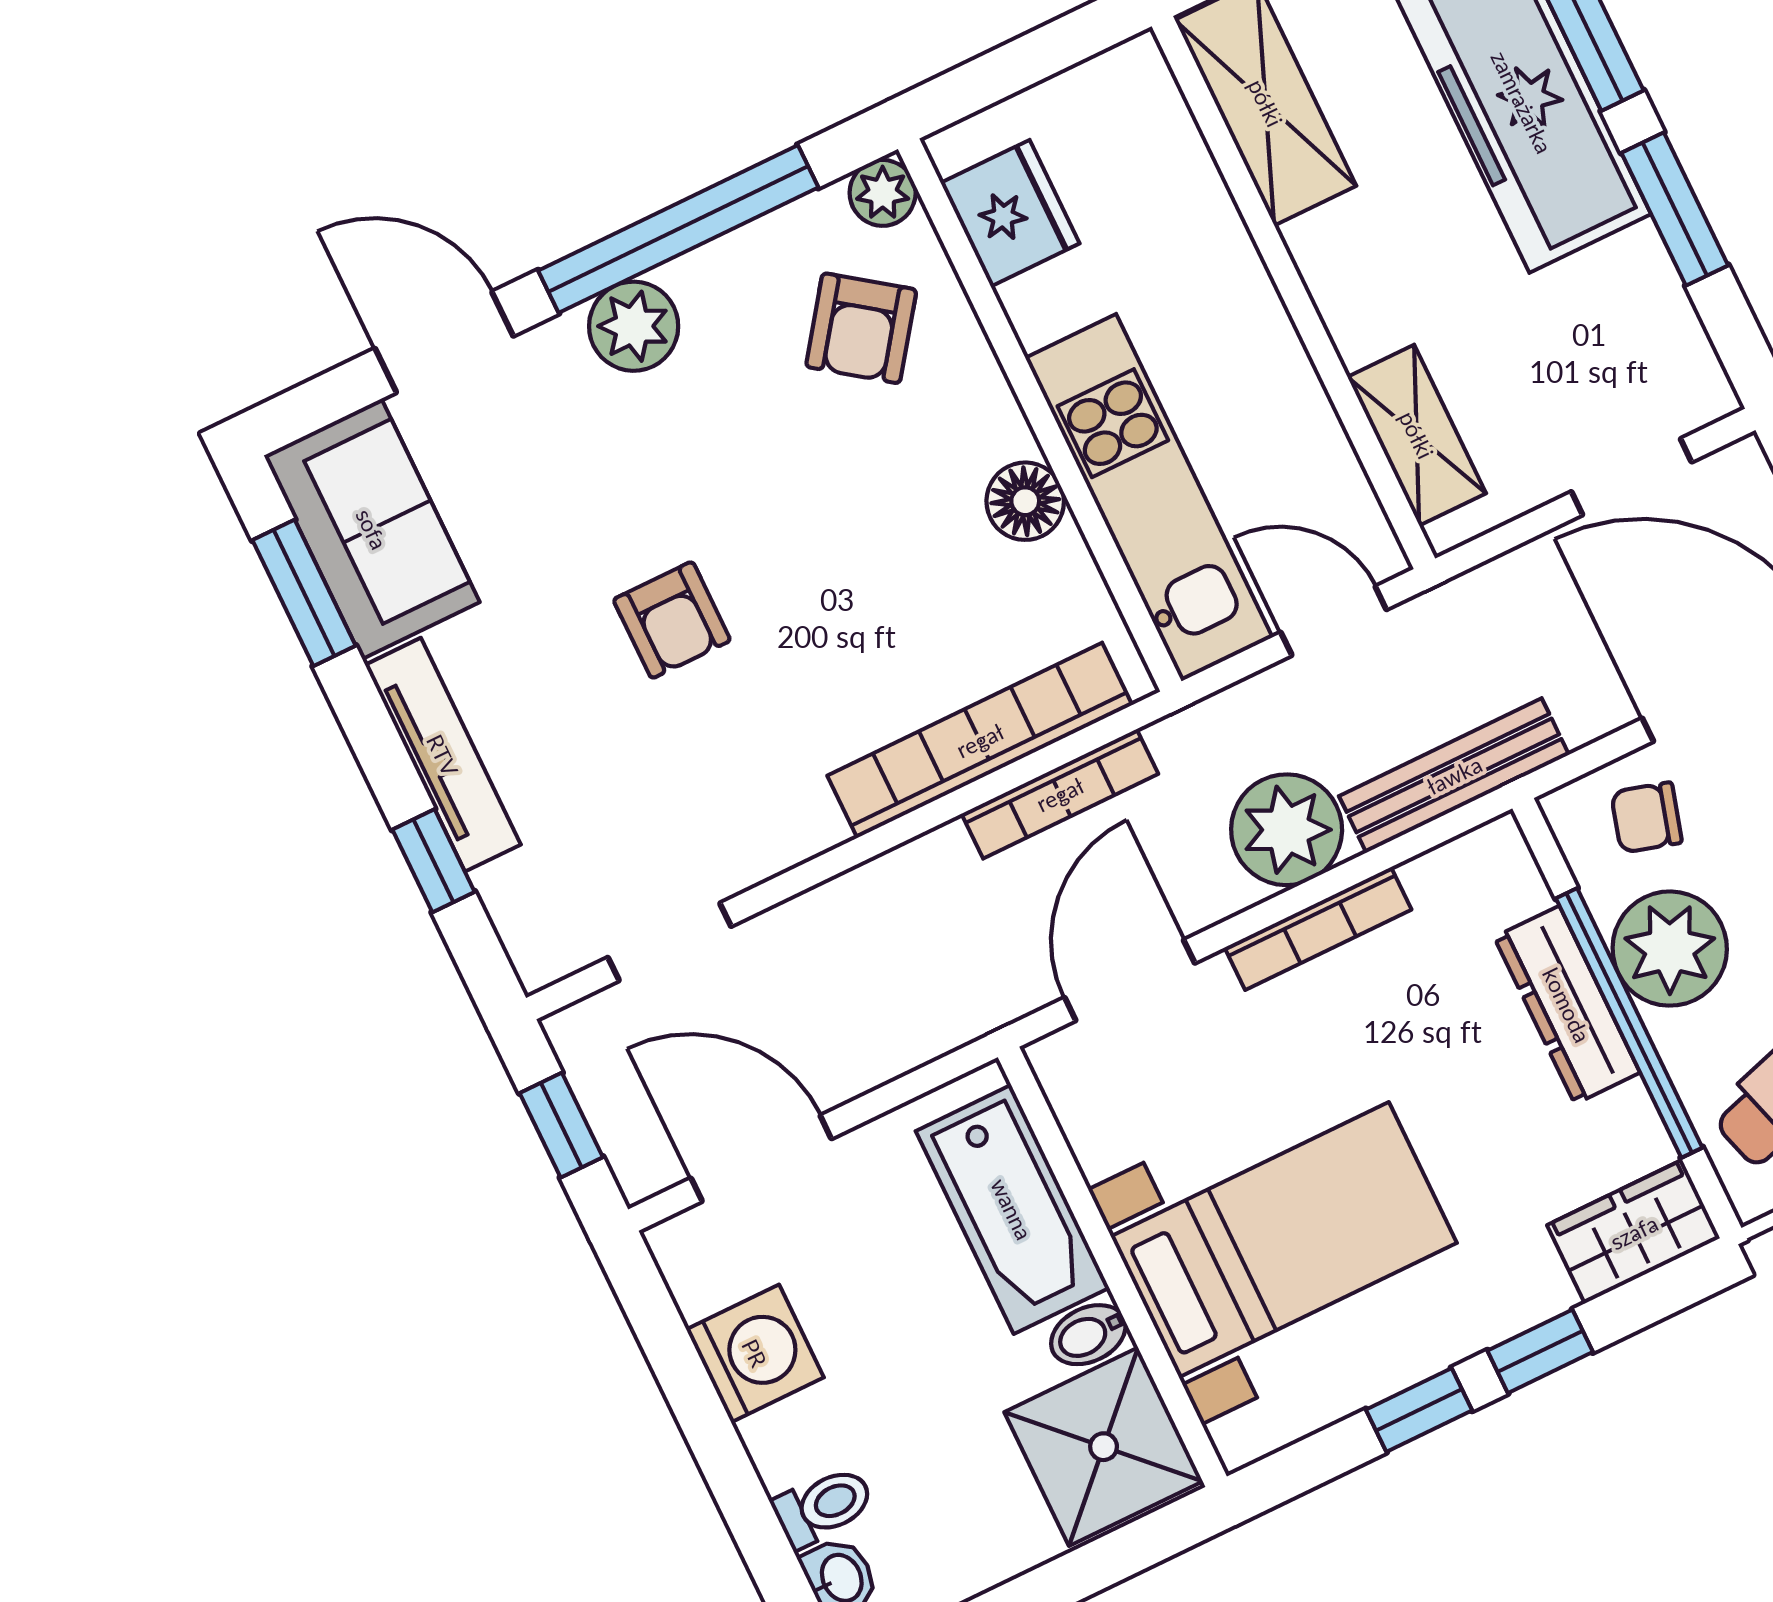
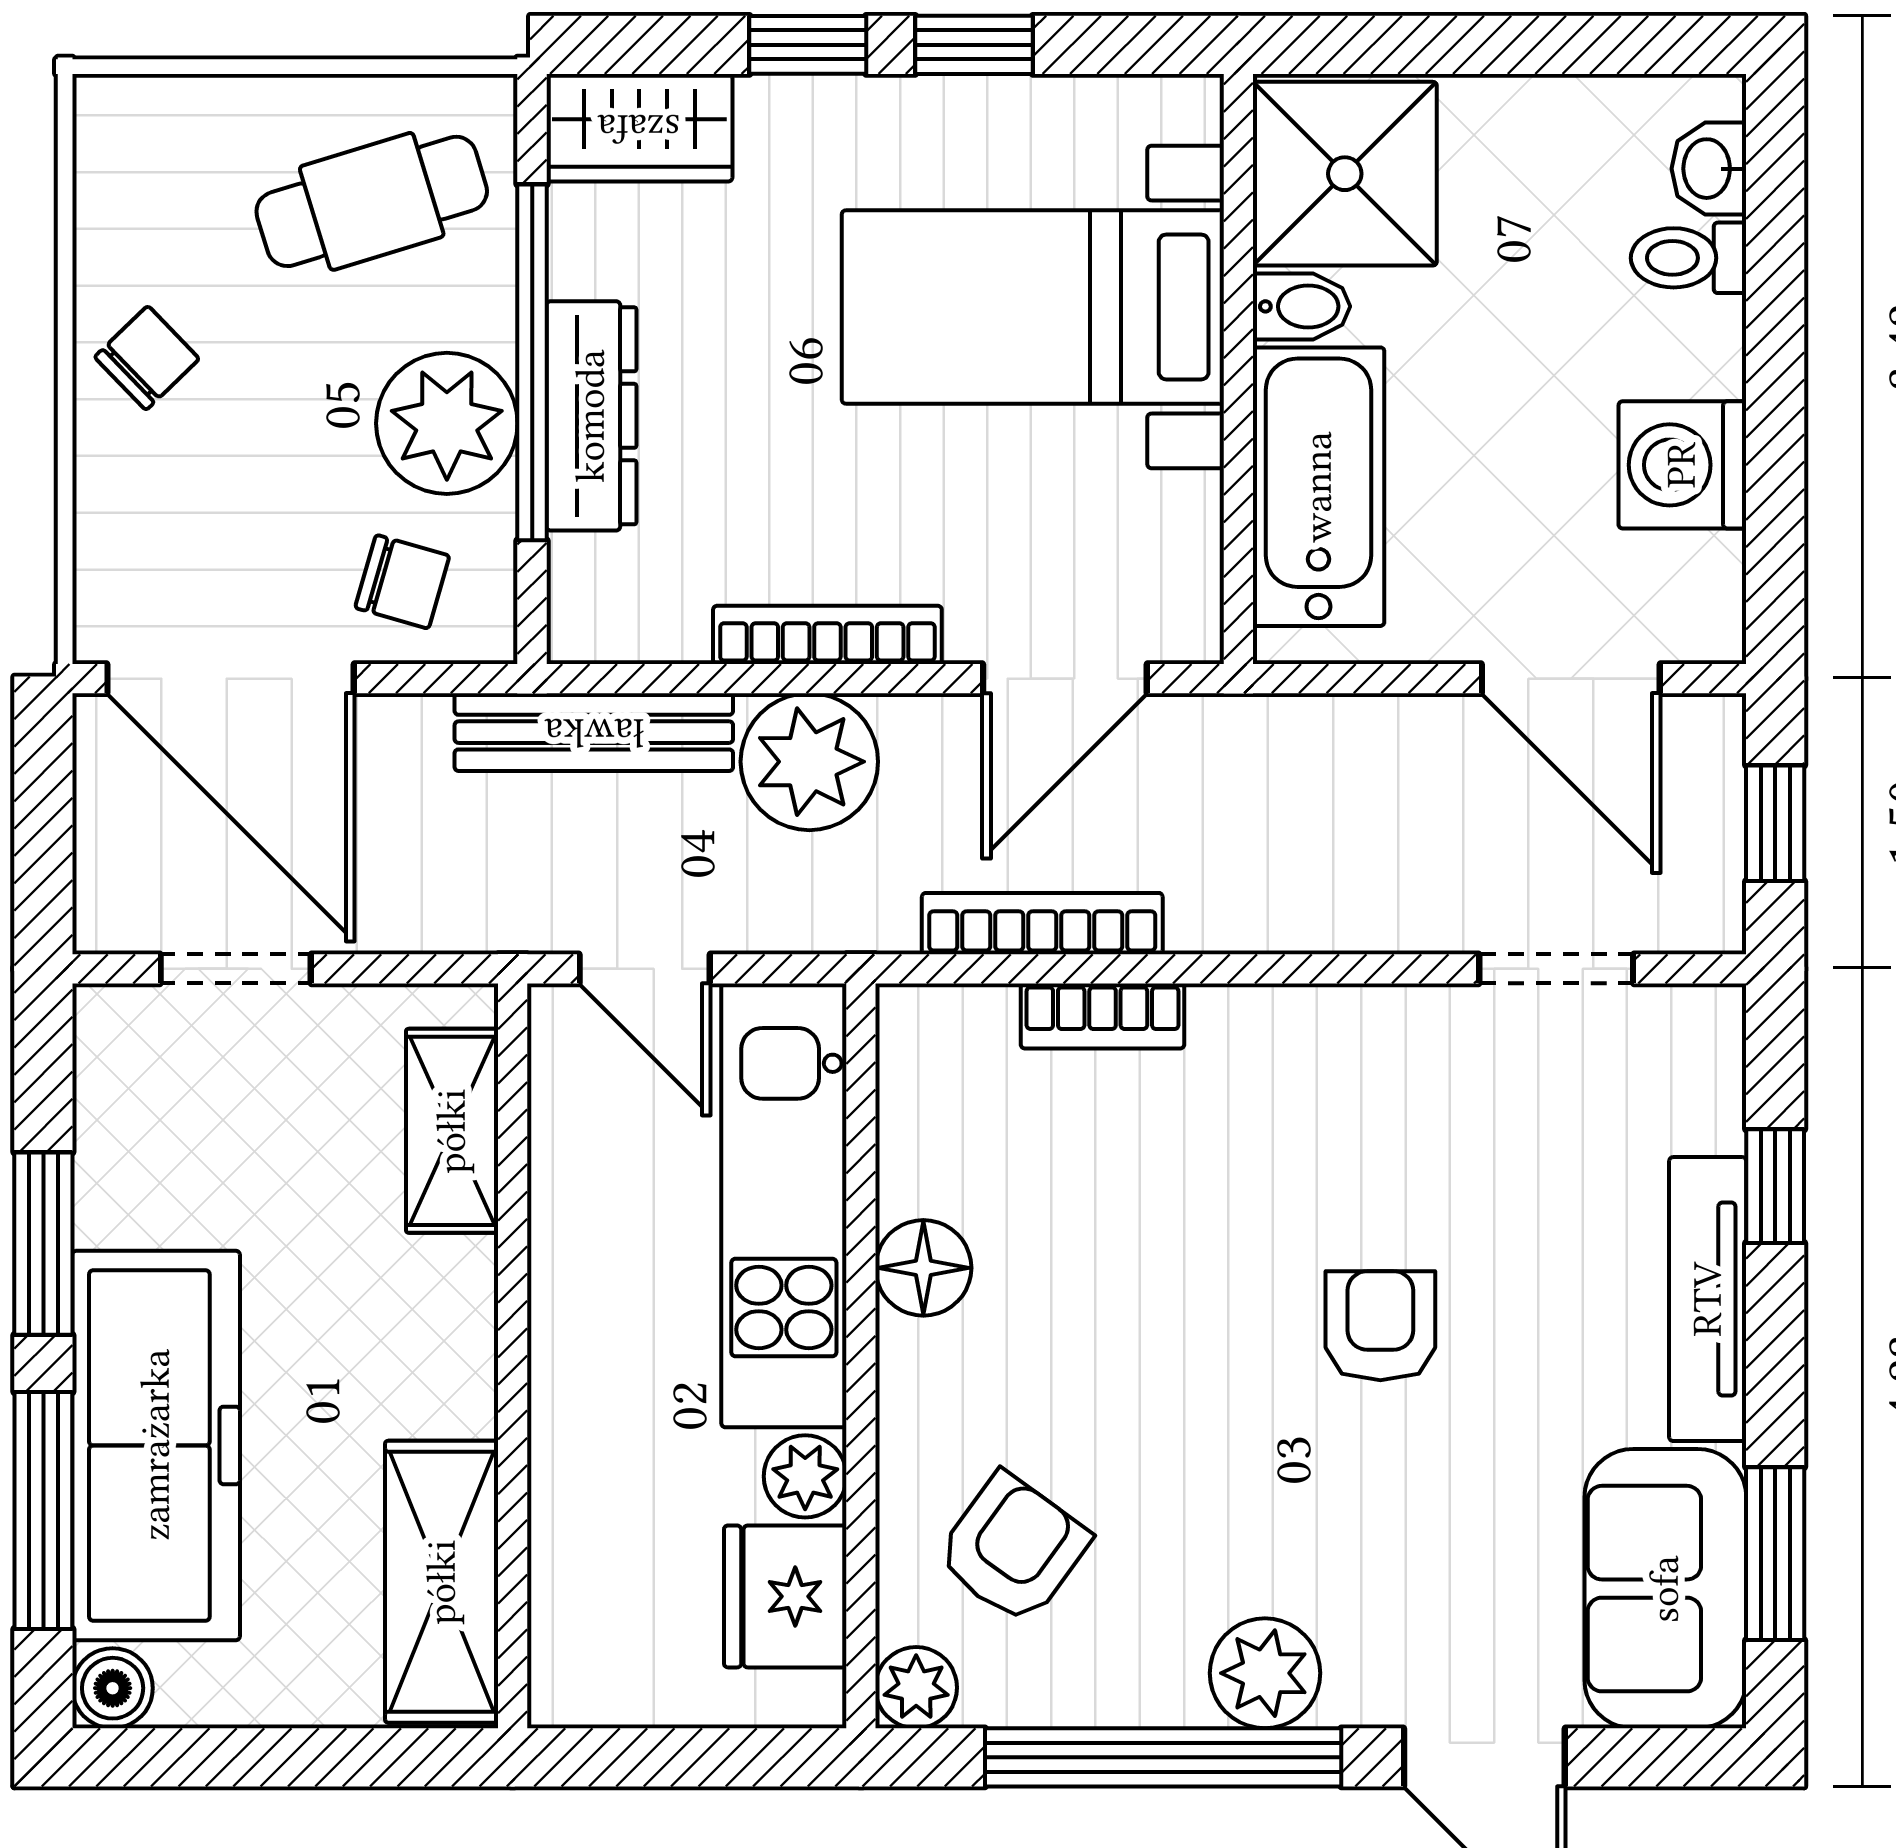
plant: (1038, 308) -> (805, 1476), added
bookcase: (980, 740) -> (1103, 1016), width x0.43, depth x0.76

